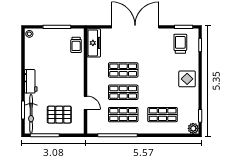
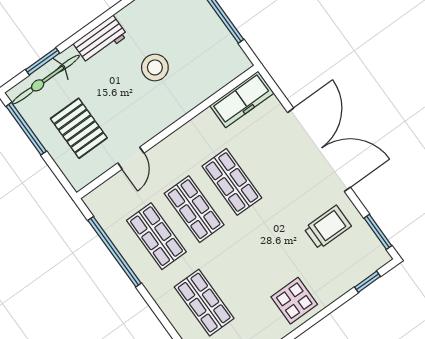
trolley: (180, 44) -> (328, 227), moved
trolley: (76, 45) -> (217, 72), removed
stool: (57, 68) -> (155, 67), added

